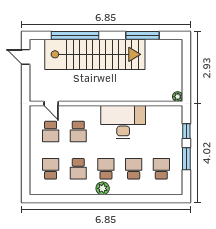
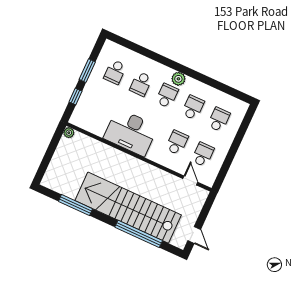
school desk: (51, 169) -> (219, 119), turned 180
school desk: (106, 169) -> (167, 96), turned 180

